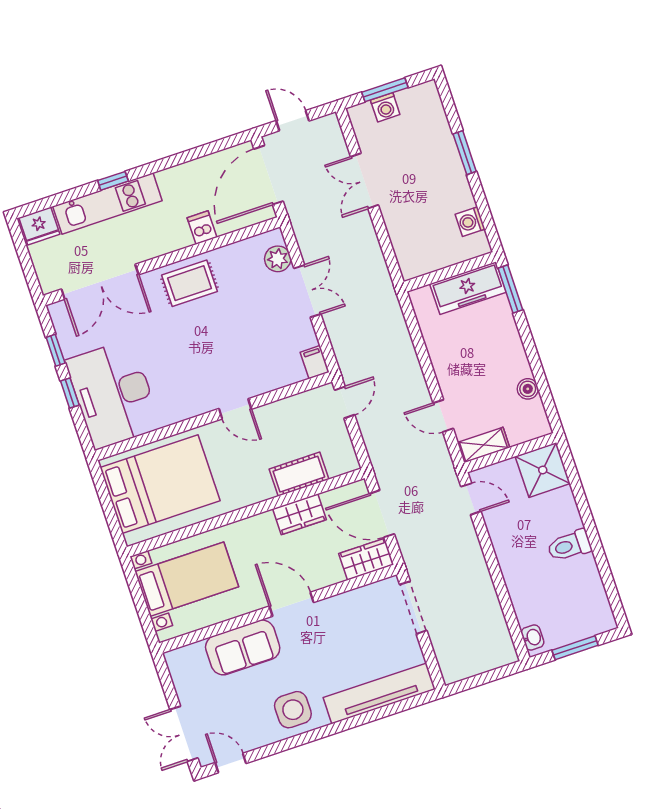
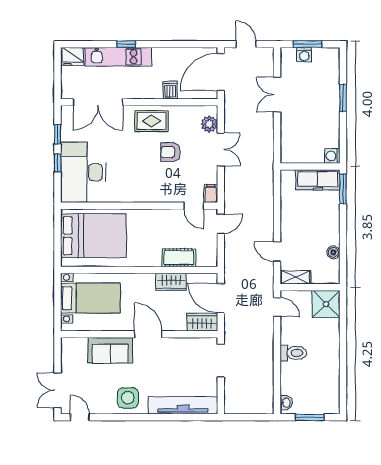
washing machine: (470, 222) -> (332, 156), moved
armchair: (233, 320) -> (170, 152), added
door: (235, 409) -> (194, 206), moved
toilet: (569, 546) -> (293, 353), moved, turned 180

